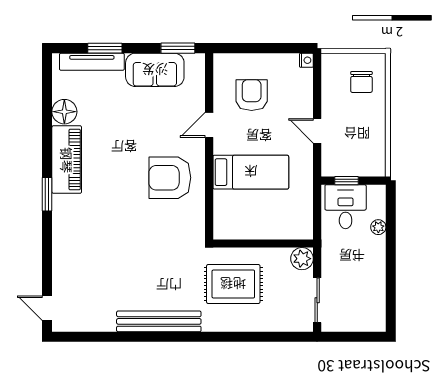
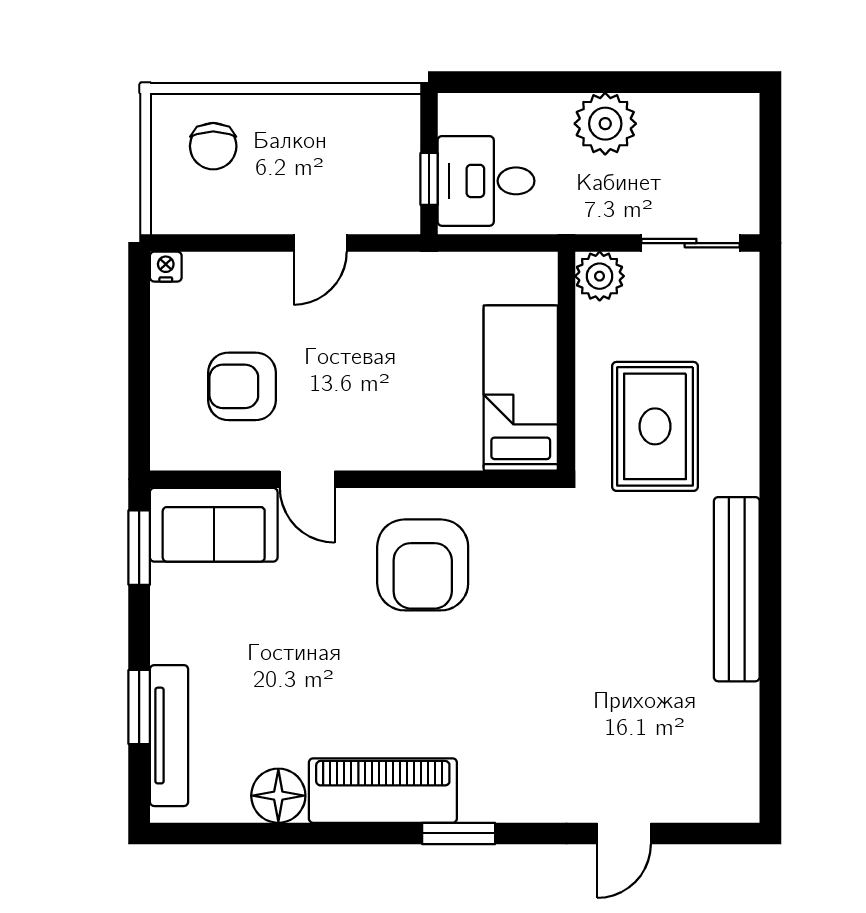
sofa: (155, 70) -> (214, 525), moved, turned 90
chair: (361, 82) -> (213, 146), turned 90
bed: (251, 172) -> (521, 388), moved
plant: (378, 227) -> (605, 124), moved, width x1.88, depth x1.88
door: (47, 308) -> (624, 833), moved

